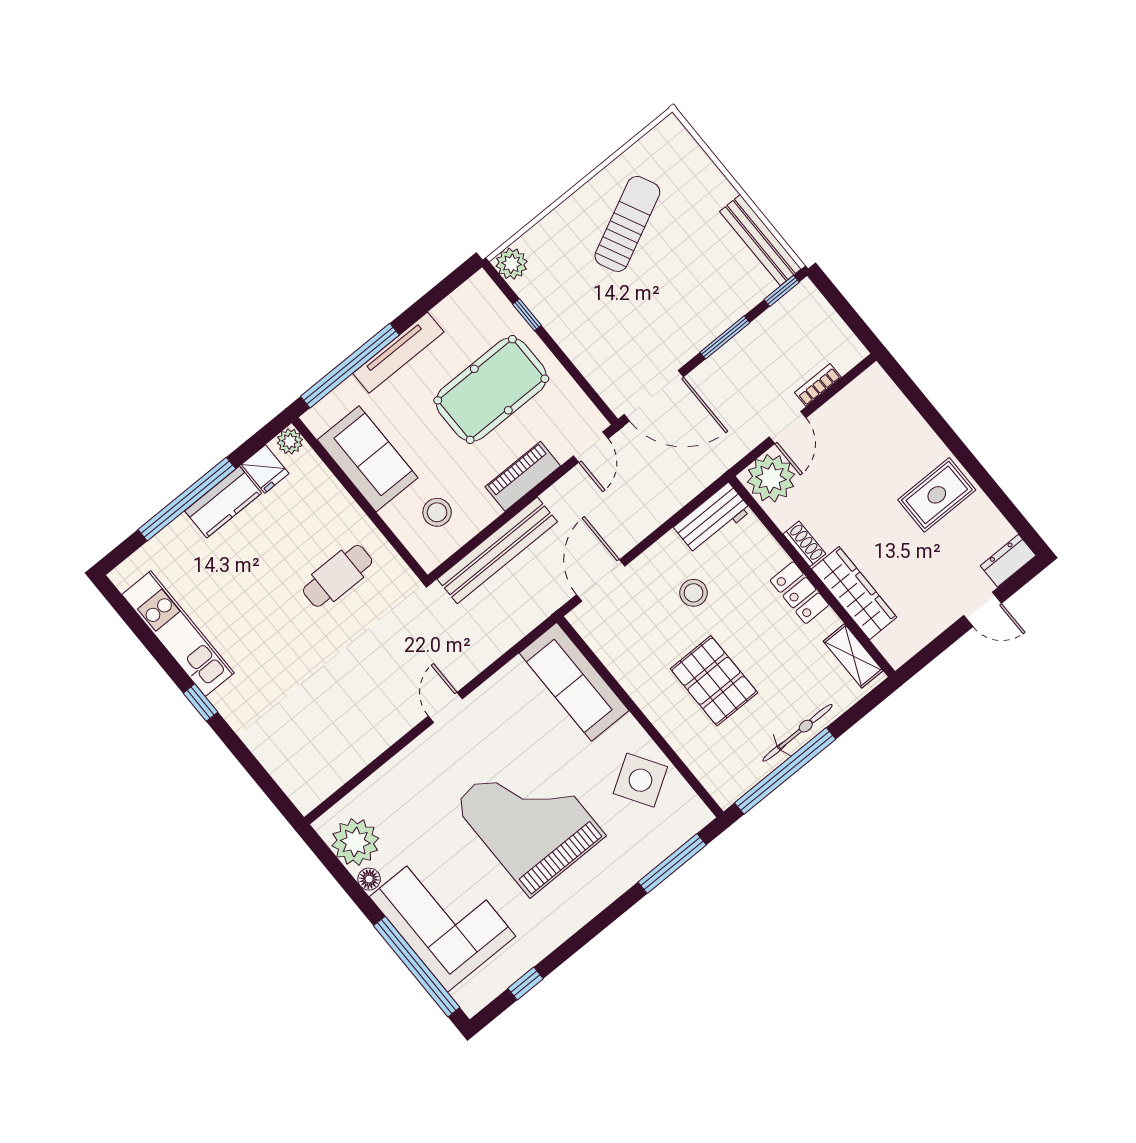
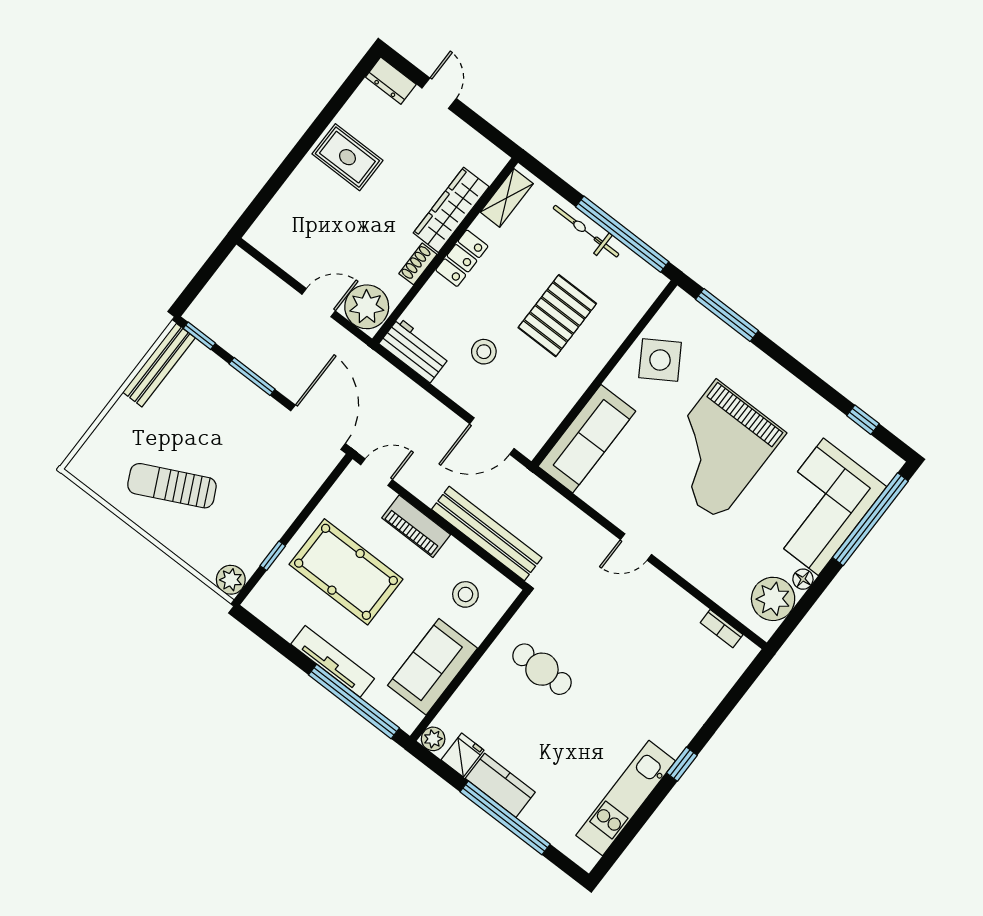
bookcase: (818, 385) -> (722, 629), moved

